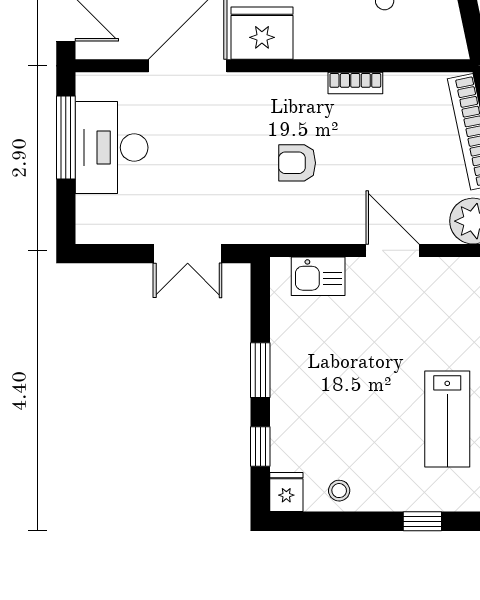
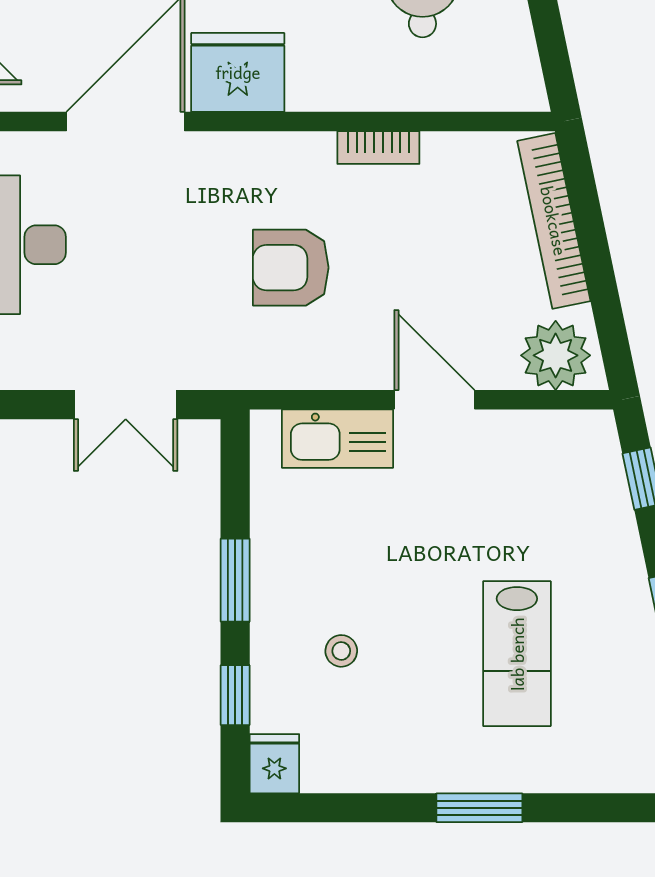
armchair: (297, 163) -> (291, 268), width x1.38, depth x1.38
kitchen sink: (318, 276) -> (338, 439), width x1.38
stool: (339, 491) -> (341, 651), moved
window: (422, 521) -> (479, 808), width x1.50

